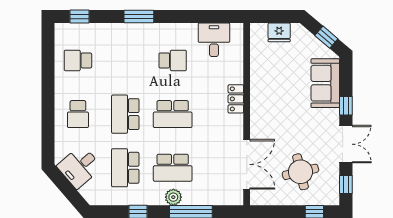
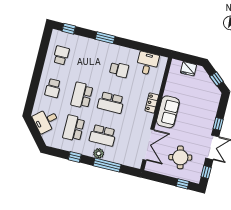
school desk: (78, 60) -> (61, 55), turned 90
sofa: (325, 83) -> (168, 112), moved, turned 180

